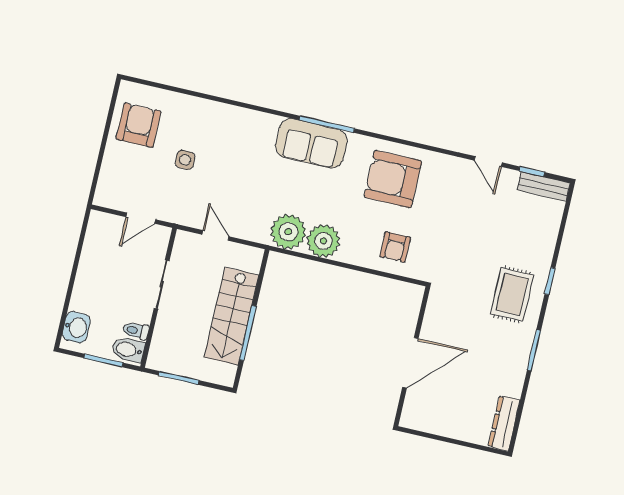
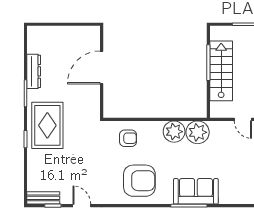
armchair: (395, 247) -> (128, 138), turned 90
rug: (512, 294) -> (47, 125), width x1.36, depth x1.43
dresser: (504, 423) -> (34, 71), moved

